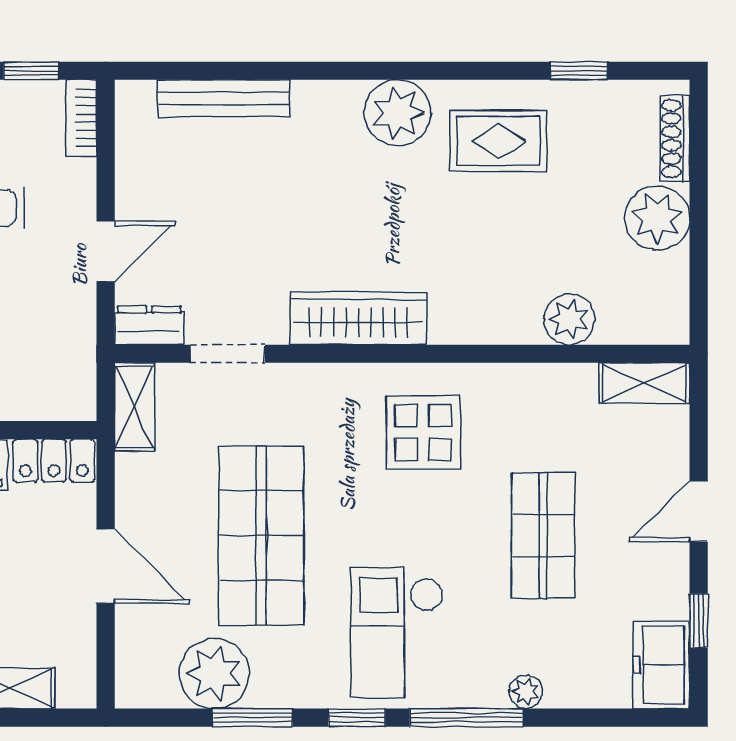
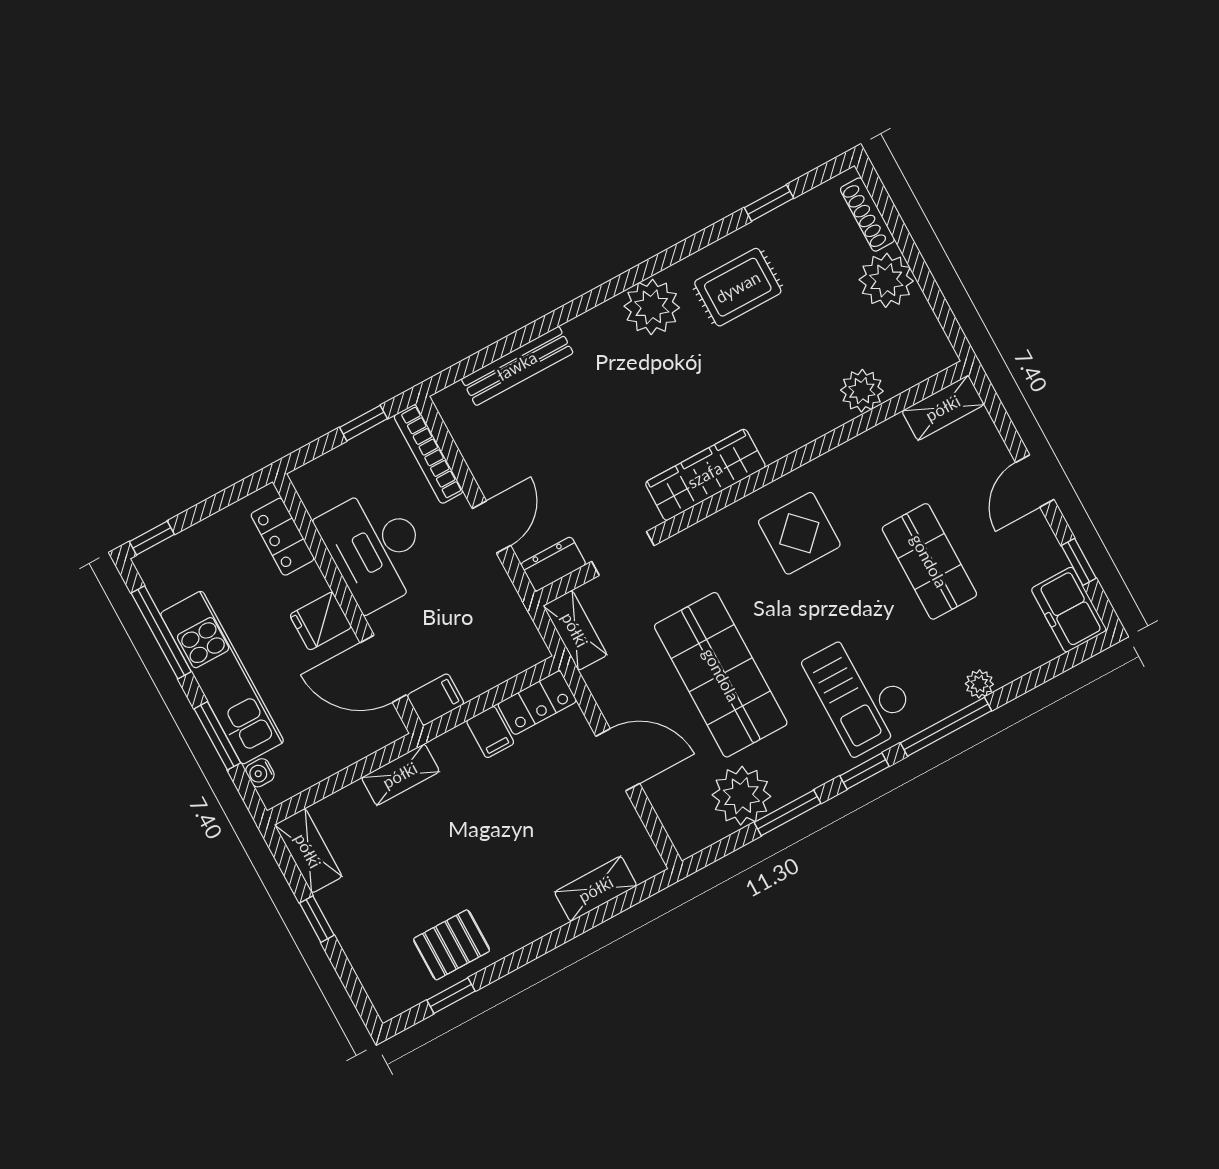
bookcase: (81, 118) -> (428, 454), width x1.56

